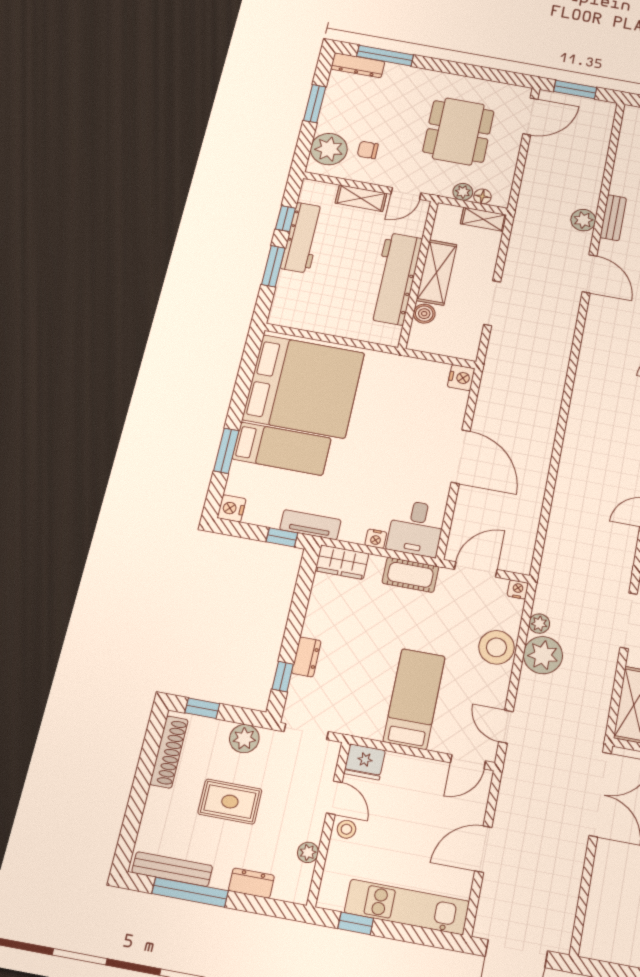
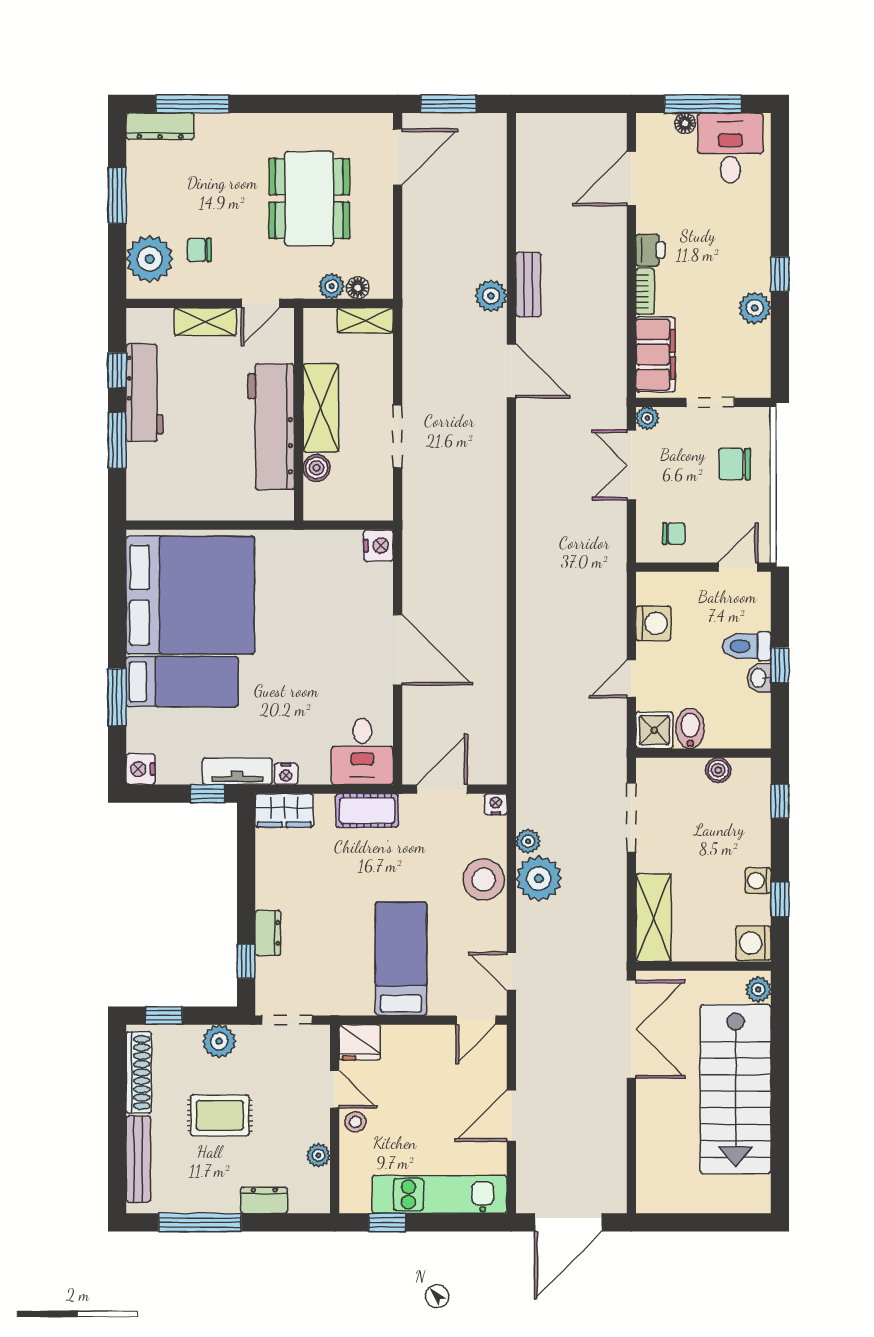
nightstand: (376, 539) -> (286, 774), moved
bench: (172, 869) -> (138, 1159), moved, turned 90

